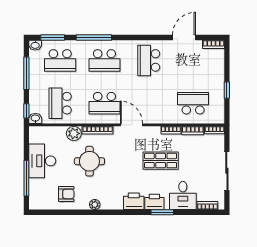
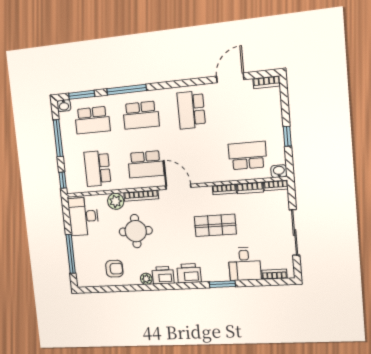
washbasin: (35, 118) -> (279, 171), moved
desk: (42, 161) -> (83, 216), moved
printer: (154, 202) -> (163, 275), moved

